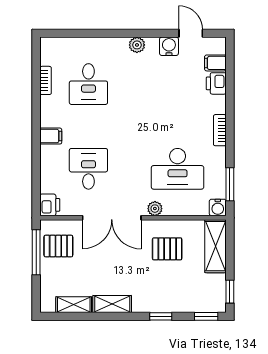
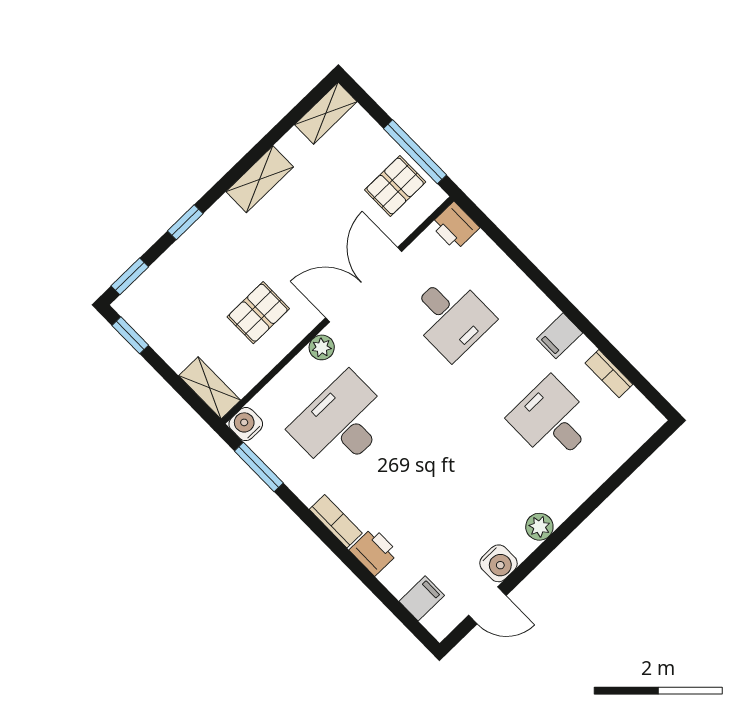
printer: (216, 83) -> (374, 552), moved
filing cabinet: (51, 136) -> (560, 336), moved
shelving: (215, 246) -> (210, 388), width x0.67, depth x0.75
shelving: (74, 305) -> (326, 113), moved

